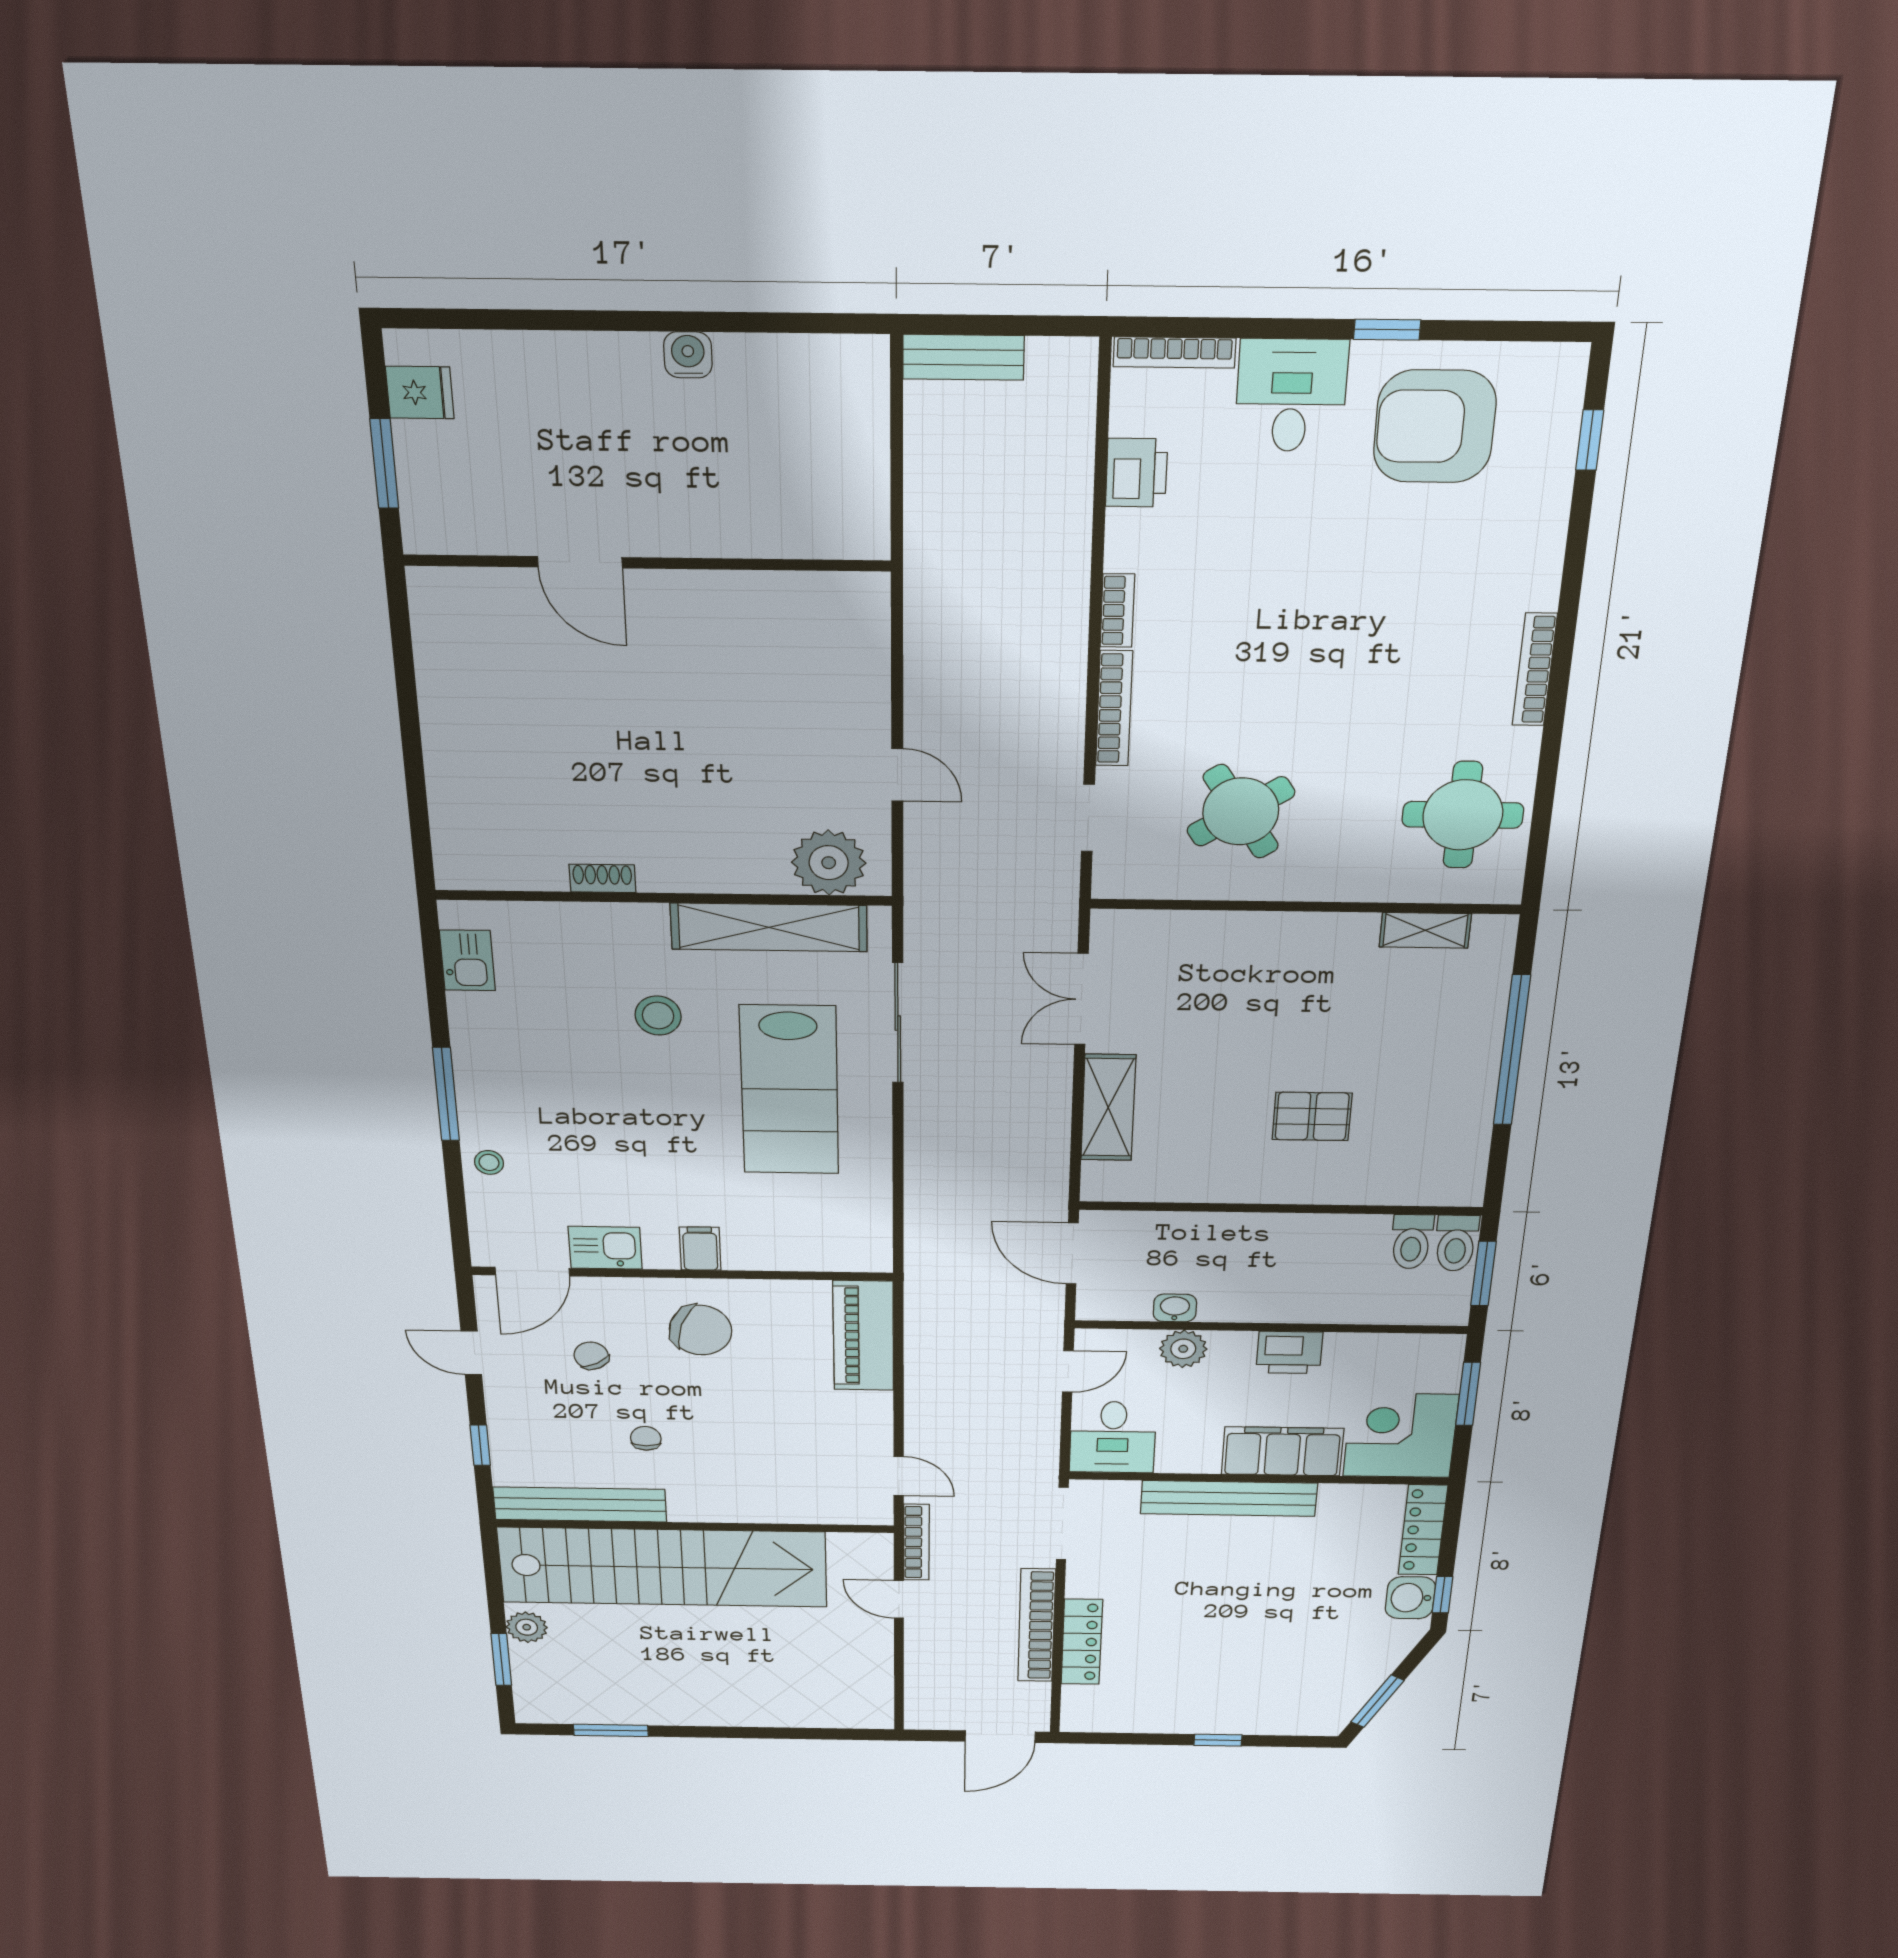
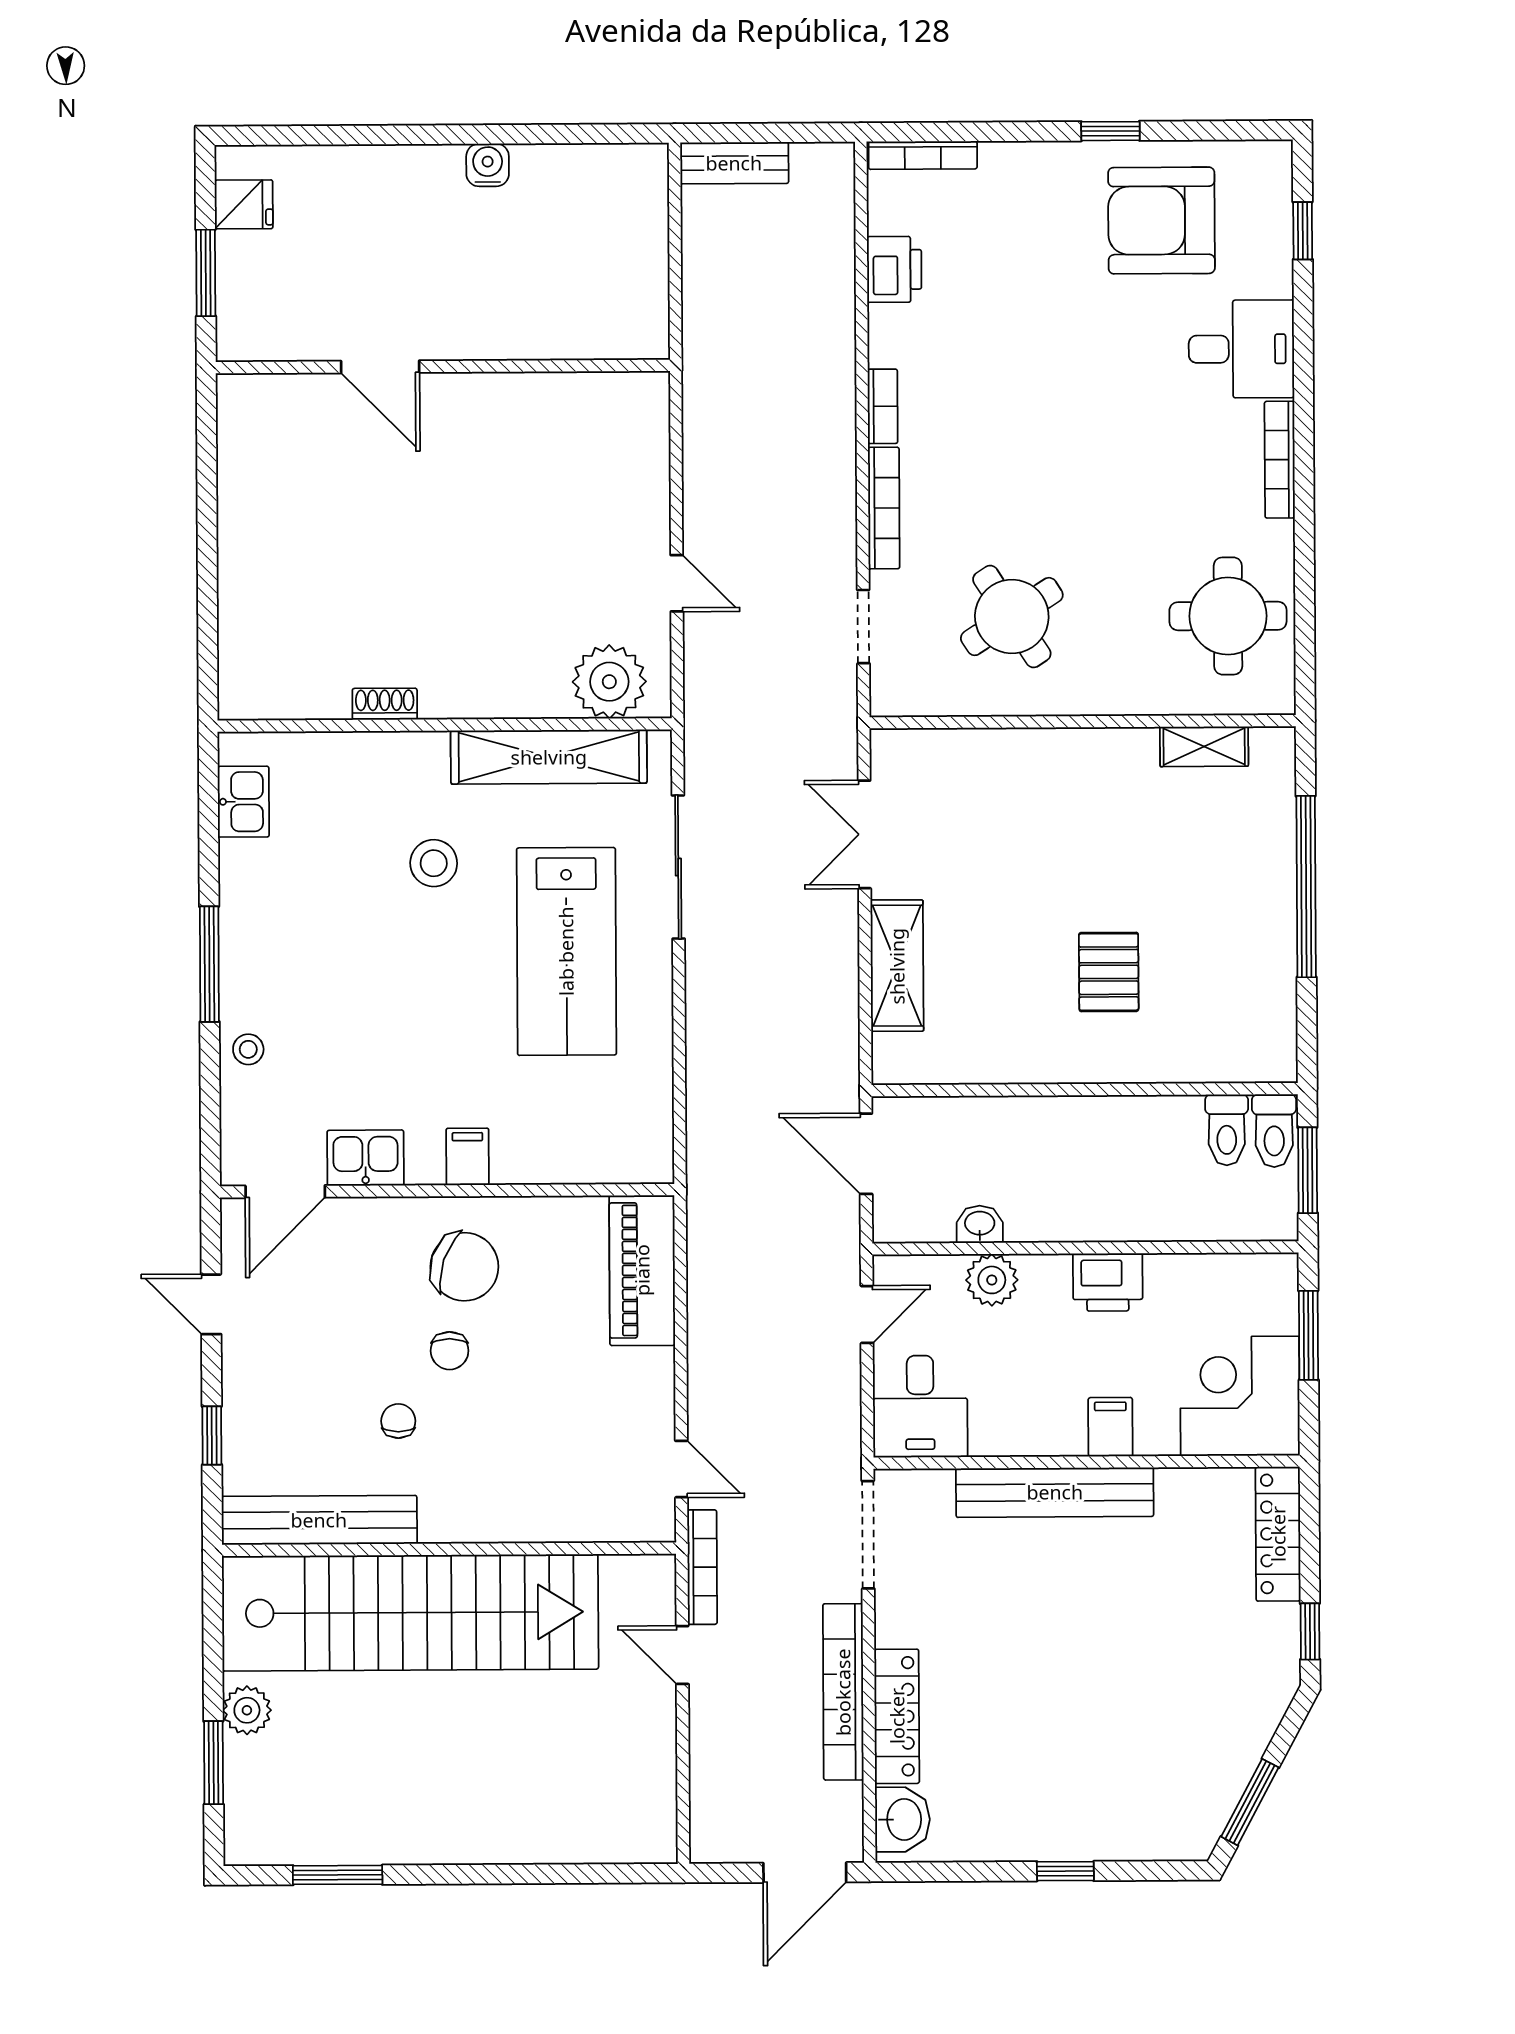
desk: (1291, 395) -> (1241, 349), moved, turned 90
pallet: (1312, 1116) -> (1109, 972), turned 90
chair: (591, 1356) -> (450, 1351), moved, turned -151
filing cabinet: (1283, 1451) -> (1110, 1427), width x0.33, depth x0.86
washbasin: (1410, 1598) -> (903, 1820), moved, turned 180

